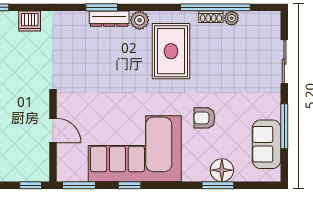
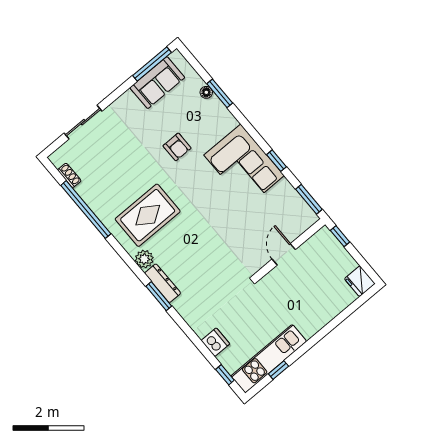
shoe rack: (211, 17) -> (69, 175), moved
plant: (232, 18) -> (84, 190), removed
window: (284, 126) -> (152, 64), moved
corner sofa: (135, 149) -> (244, 165), width x0.73, depth x0.74
floor lamp: (222, 170) -> (206, 92), width x0.53, depth x0.53

